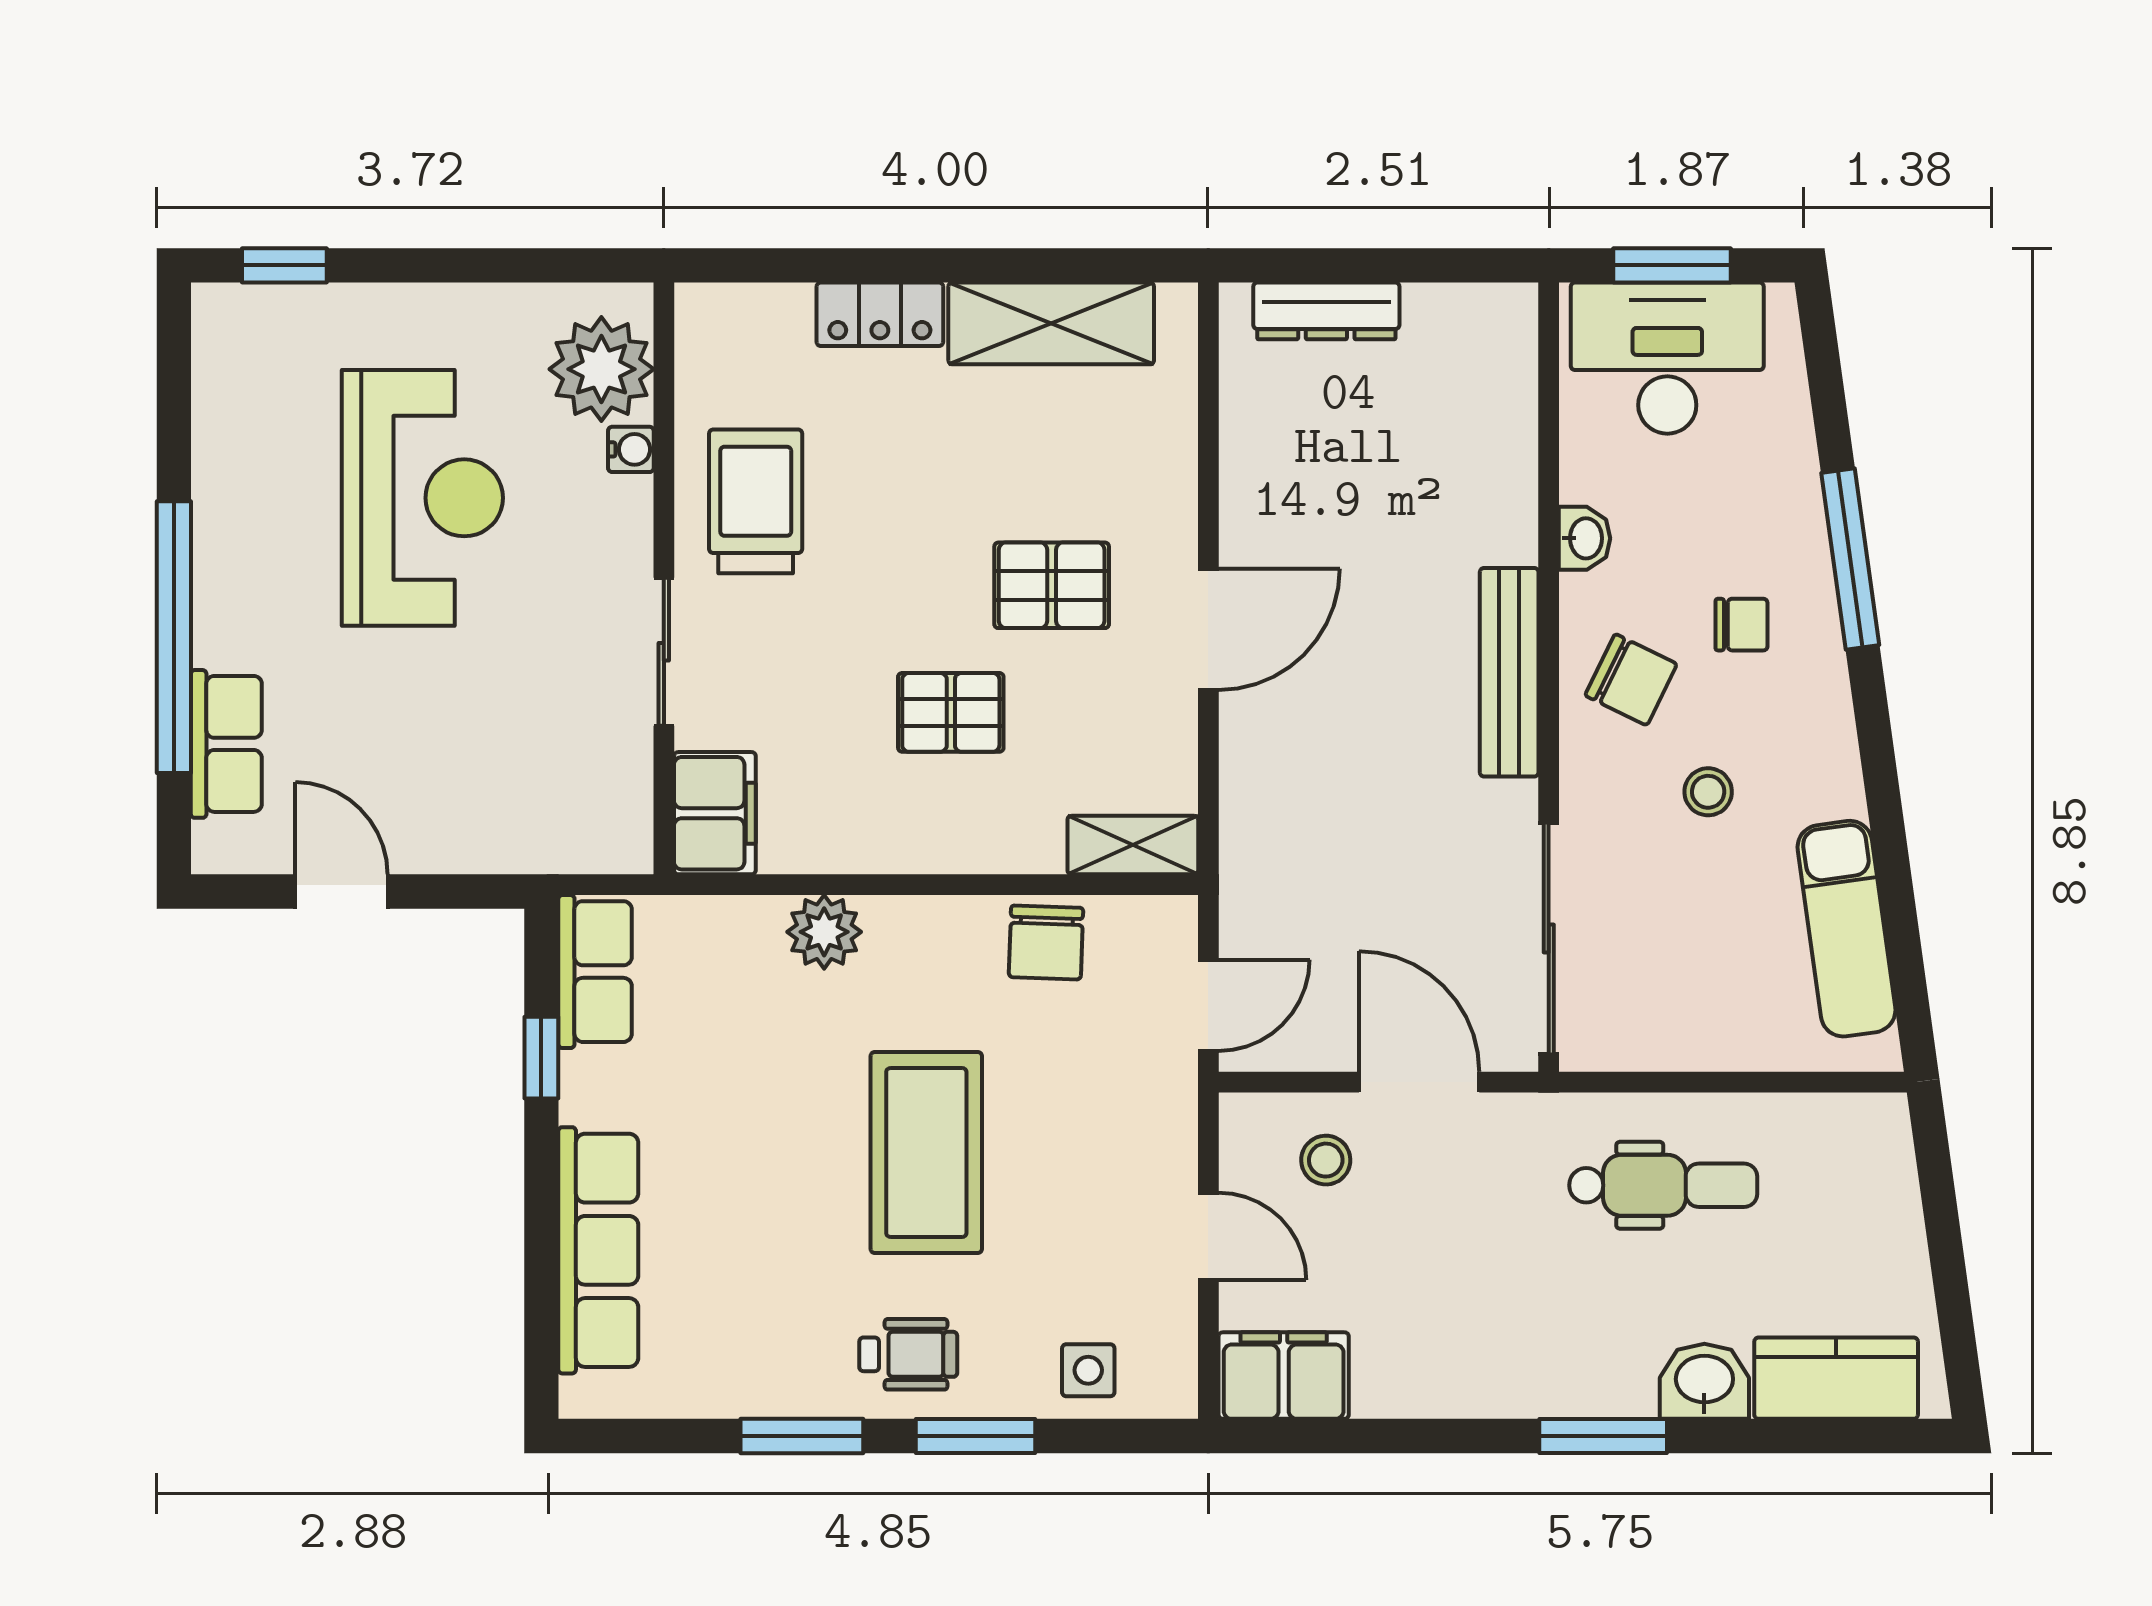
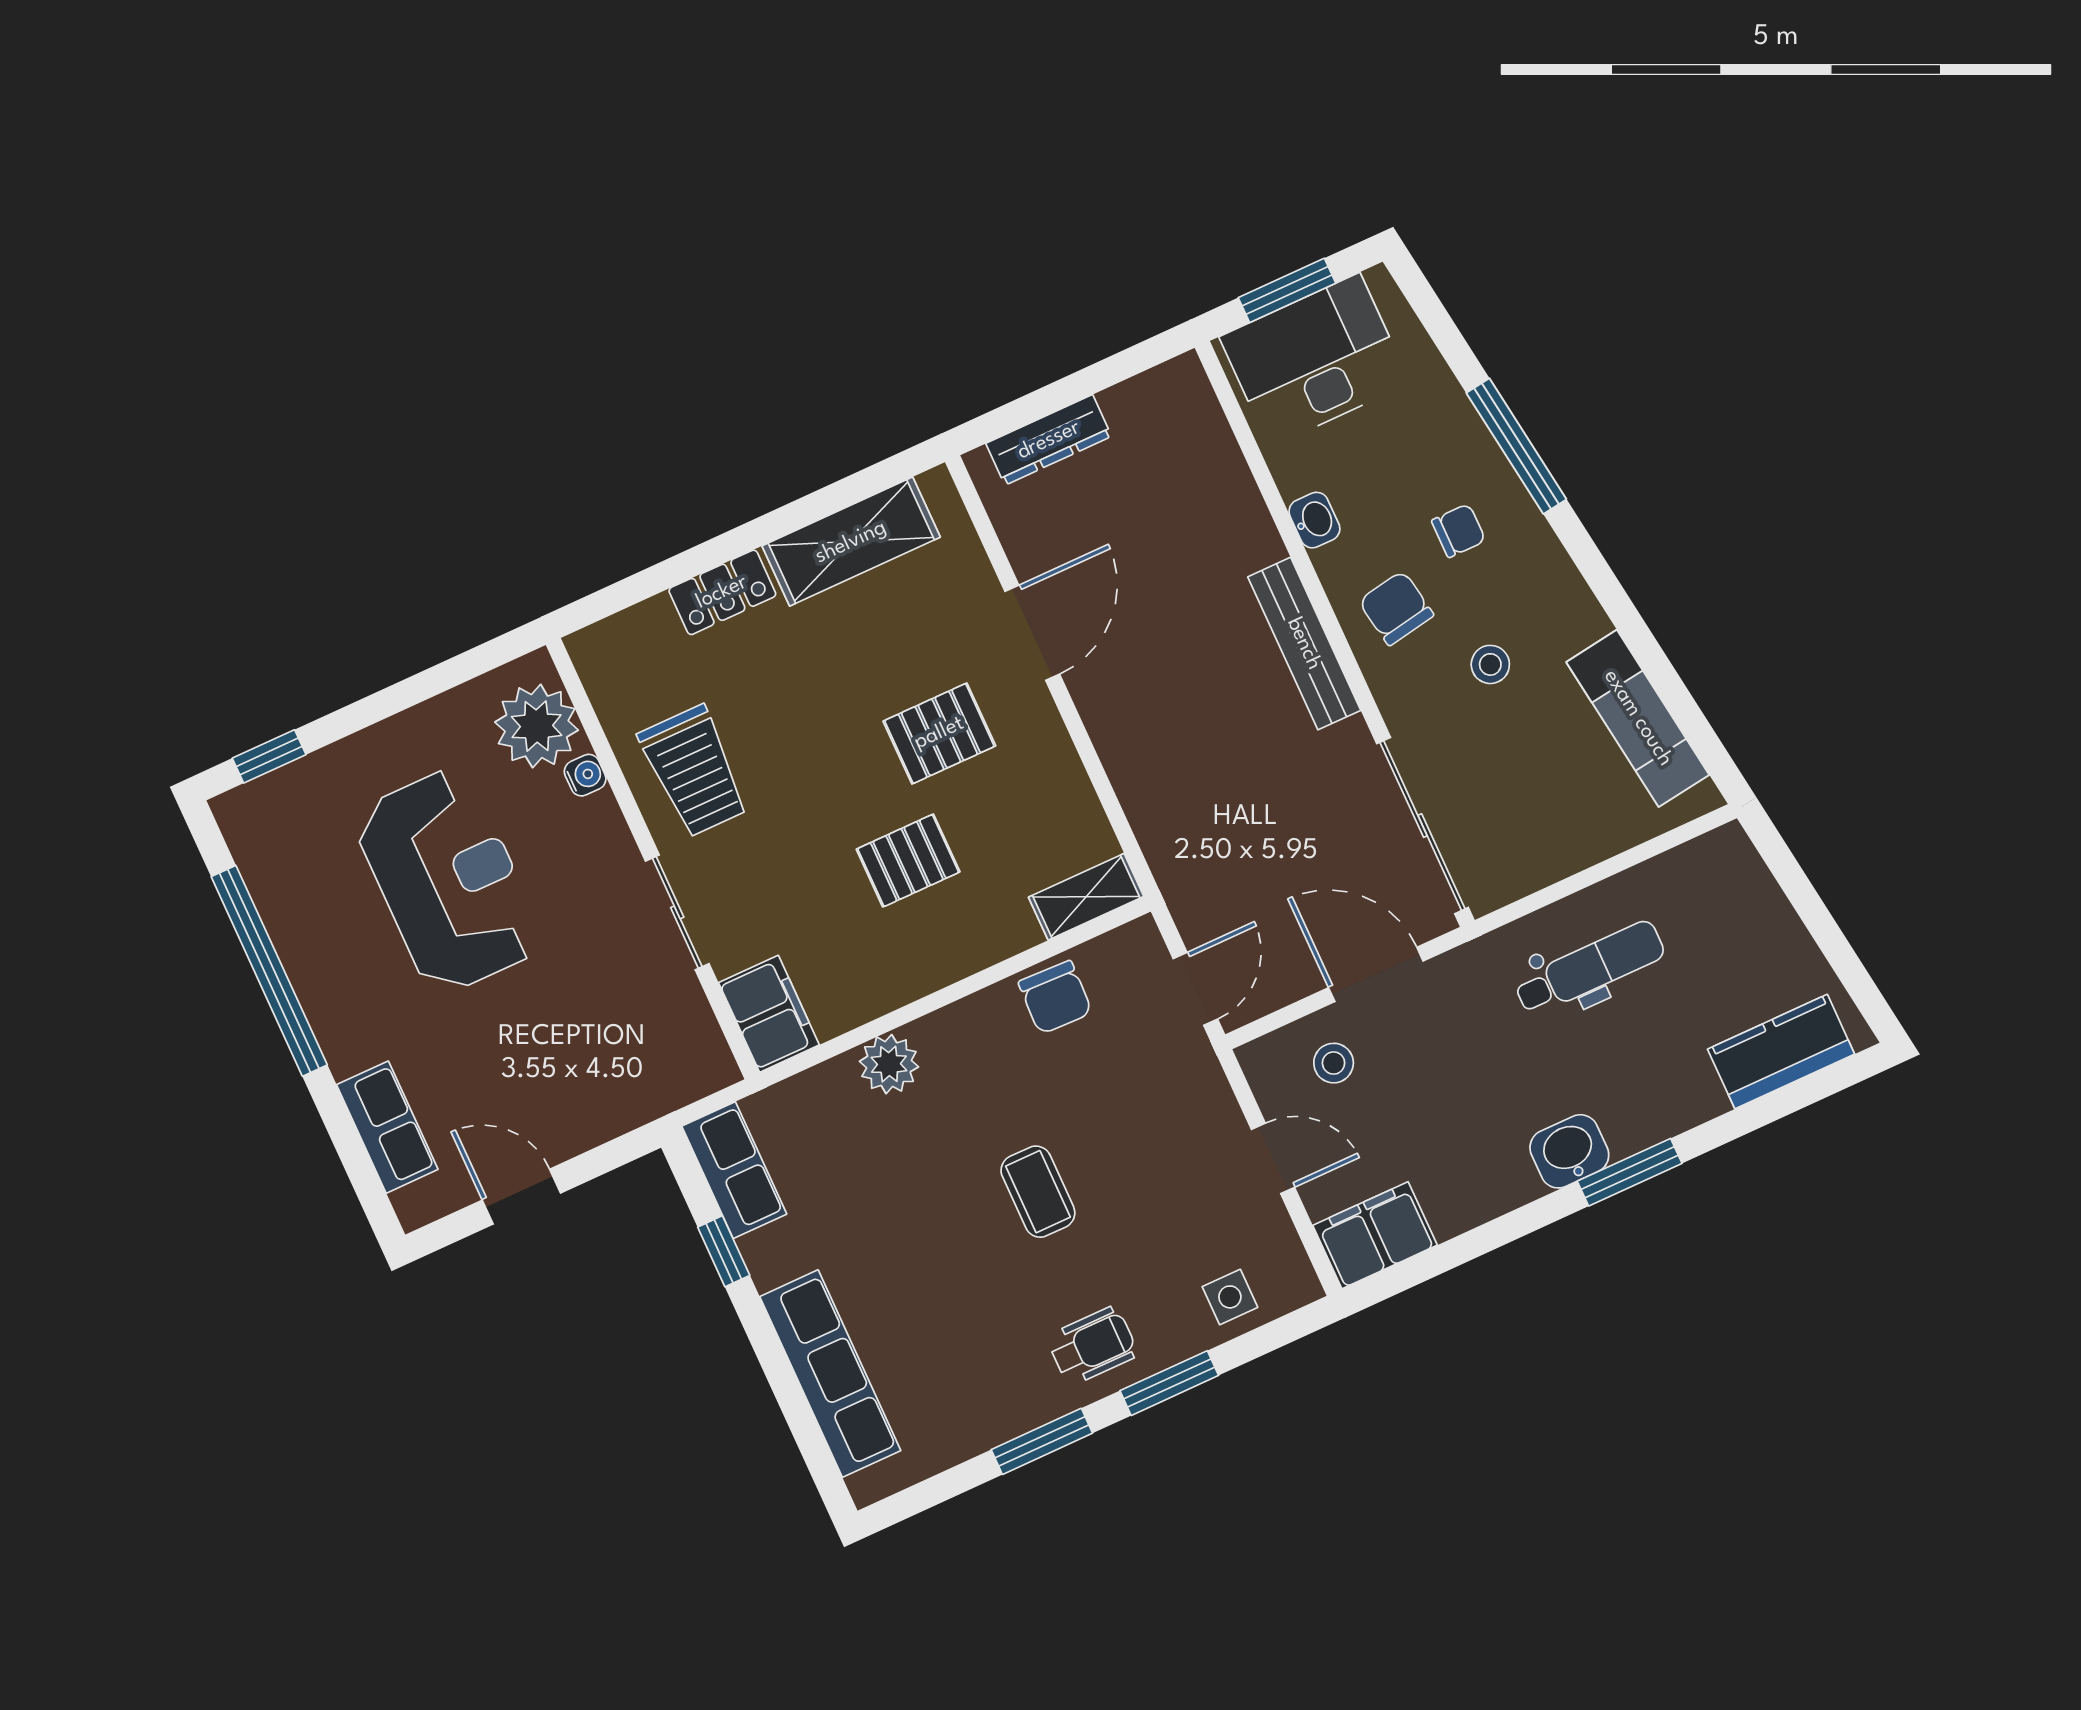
trolley: (756, 501) -> (694, 771), turned 180
door: (1208, 629) -> (1032, 633), moved
window: (174, 637) -> (269, 971), moved
chair: (1631, 680) -> (1396, 608), turned -126
coffee table: (926, 1152) -> (1038, 1192), width x0.54, depth x0.58
washbasin: (1704, 1381) -> (1569, 1151), moved

